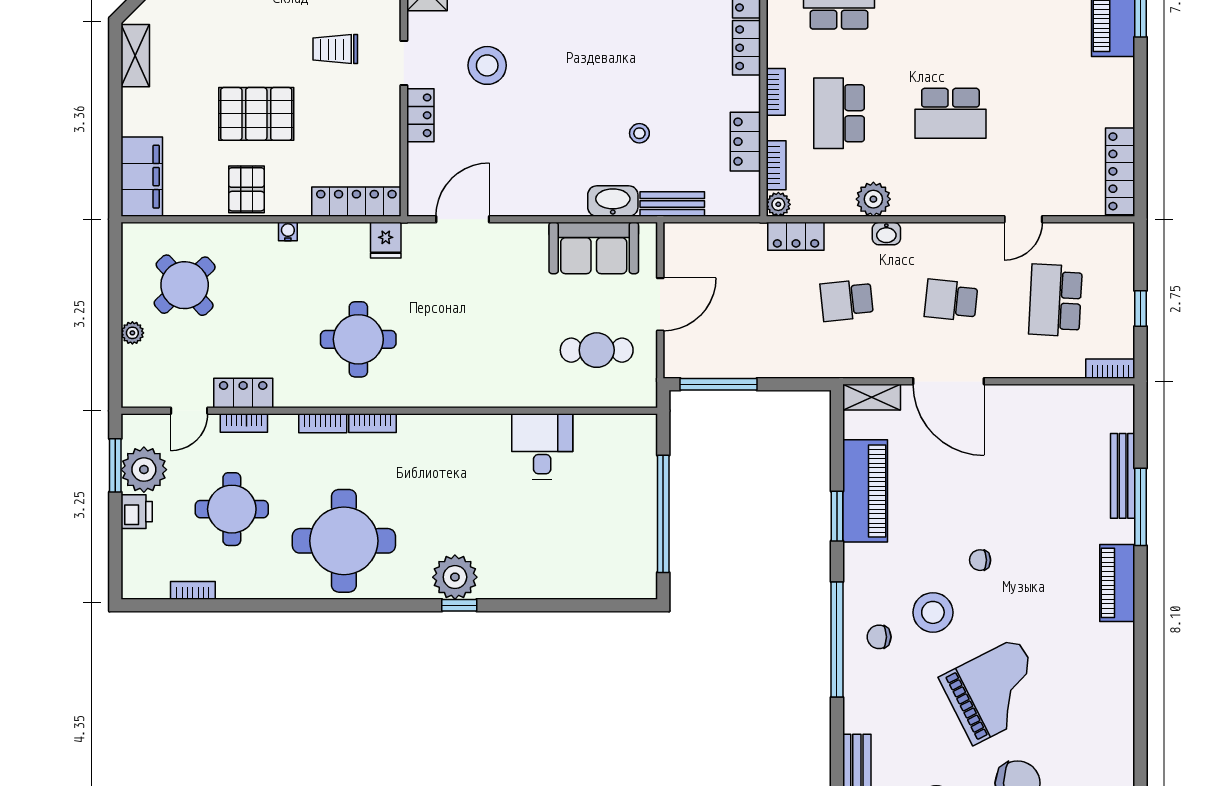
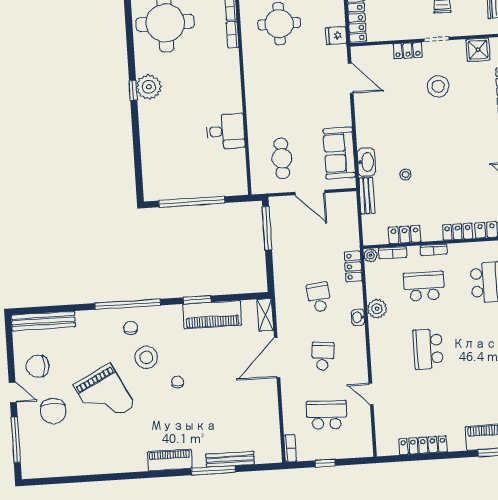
locker: (1120, 171) -> (423, 445), moved

